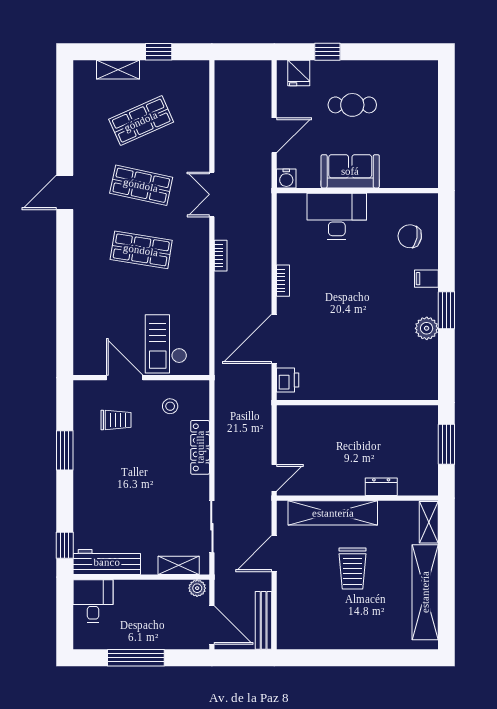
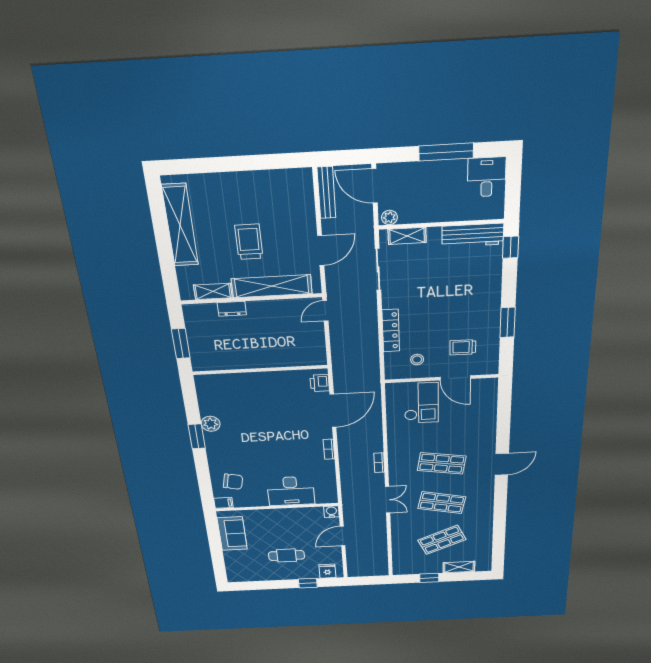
sofa: (350, 171) -> (232, 534), moved, turned -90
door: (65, 192) -> (502, 464), moved
filing cabinet: (426, 279) -> (223, 503), moved
shelving: (429, 522) -> (213, 291), moved, turned 90
desk: (93, 601) -> (487, 177), moved, turned 180

